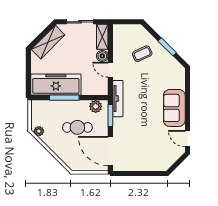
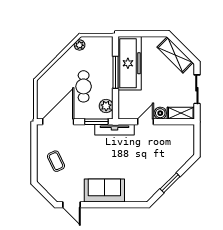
coffee table: (142, 54) -> (56, 161), moved
door: (188, 139) -> (71, 205), swing flipped

